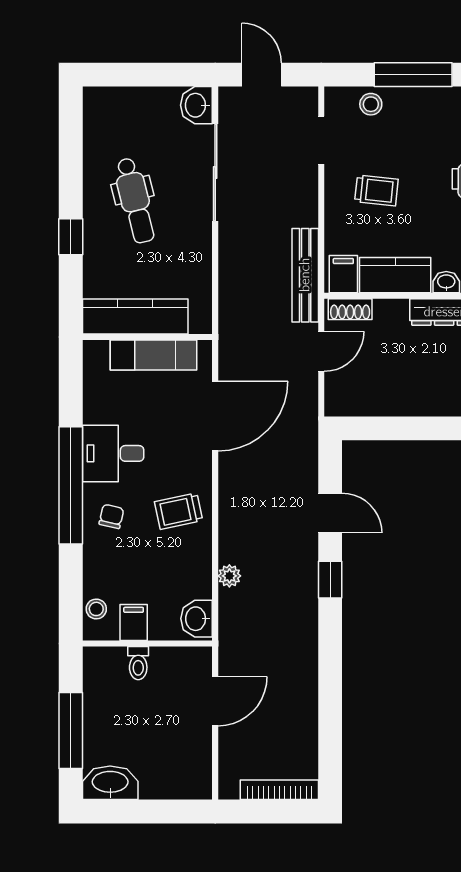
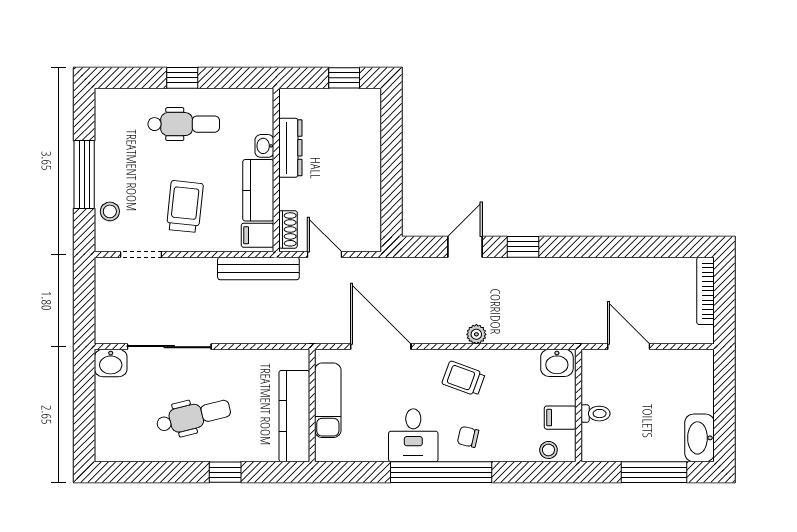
door: (262, 75) -> (84, 306), removed
trolley: (376, 190) -> (185, 207), width x1.36, depth x1.39
trolley: (179, 511) -> (463, 378), turned 122
plant: (229, 576) -> (476, 334), moved

